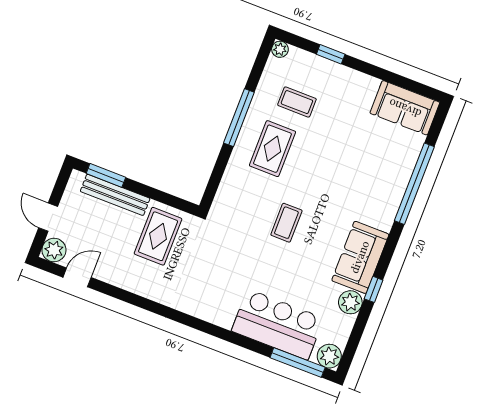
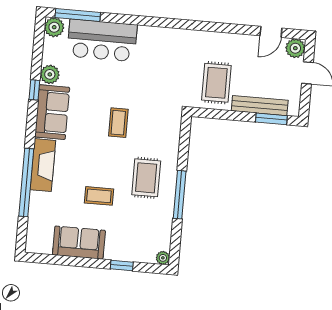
coffee table: (297, 102) -> (99, 196), moved
sofa: (405, 108) -> (79, 243), moved
fireplace: (389, 198) -> (43, 165), added

